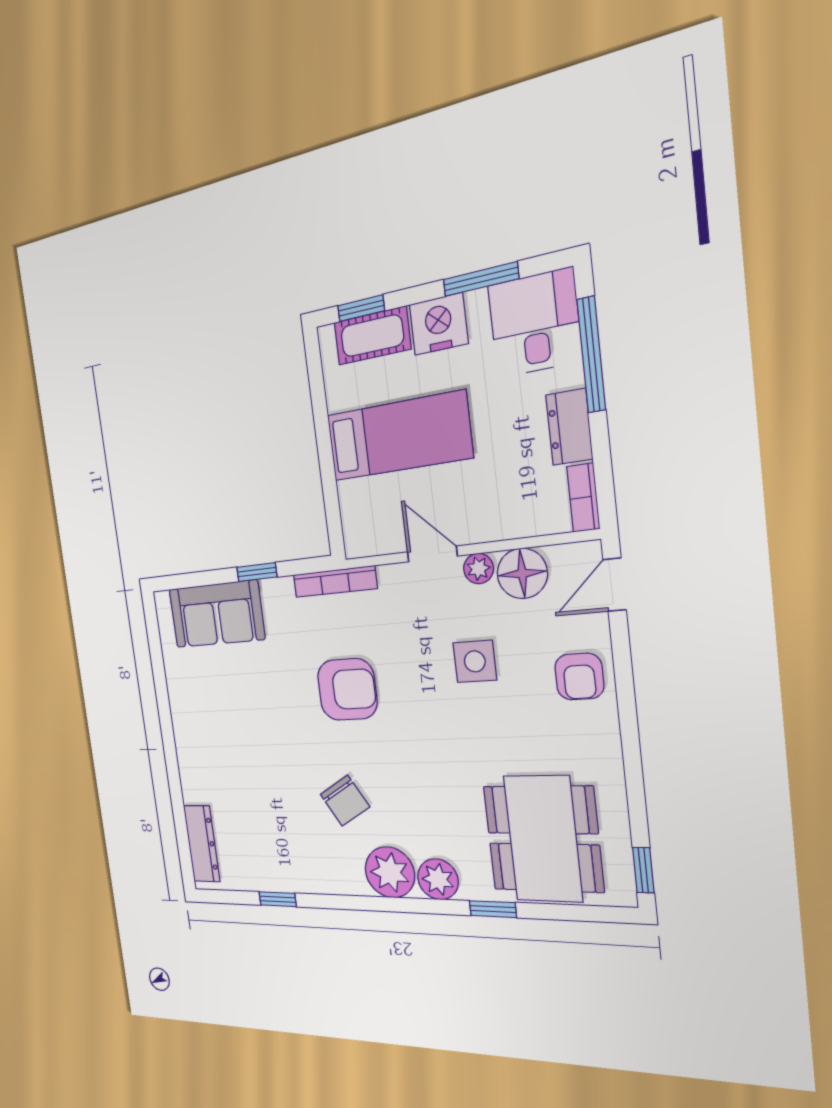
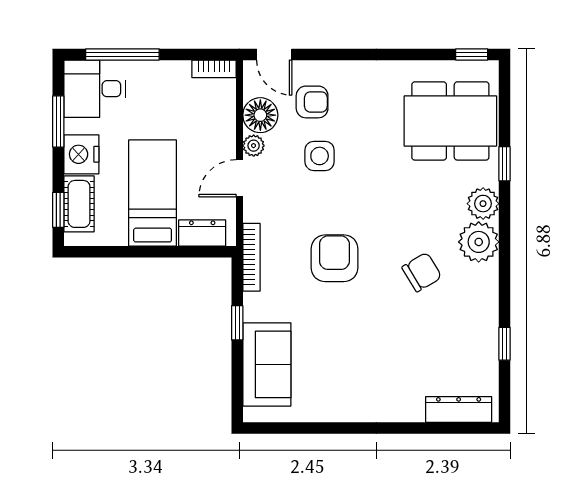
dresser: (569, 427) -> (202, 233), moved, turned 180
armchair: (579, 677) -> (312, 102), moved

